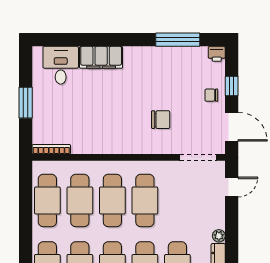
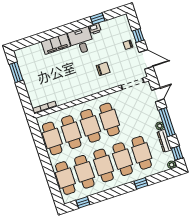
window: (178, 40) -> (98, 19), width x0.46
printer: (217, 54) -> (95, 29), moved
desk: (61, 65) -> (81, 41), moved
window: (26, 103) -> (16, 72), moved
window: (232, 234) -> (167, 122), added

